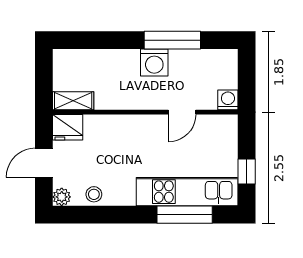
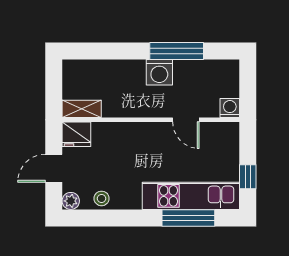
door: (182, 112) -> (186, 120), hinge flipped

